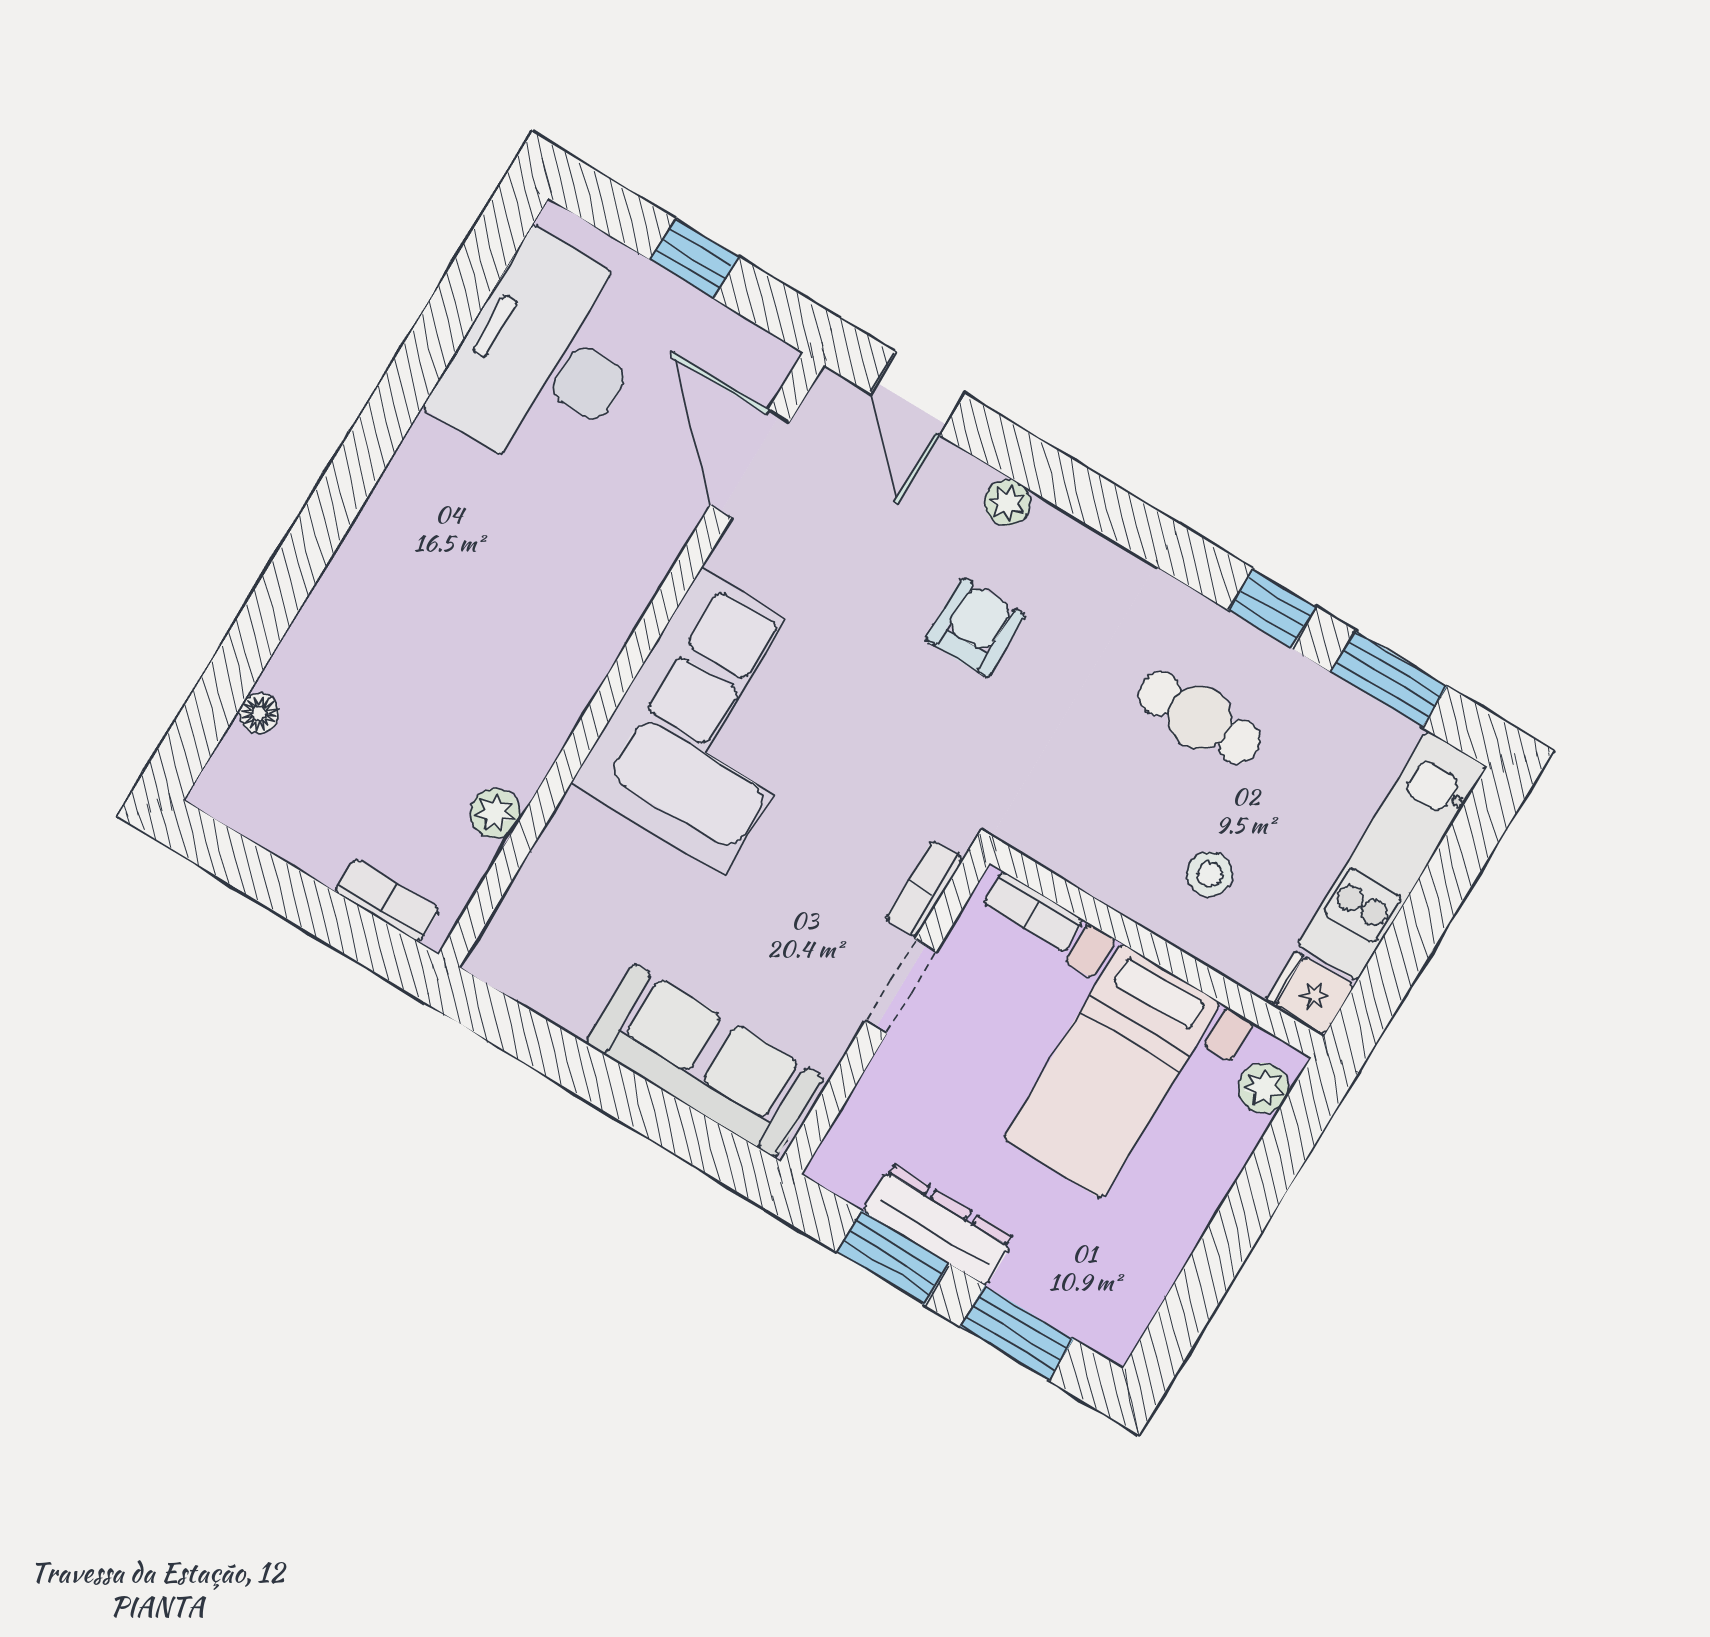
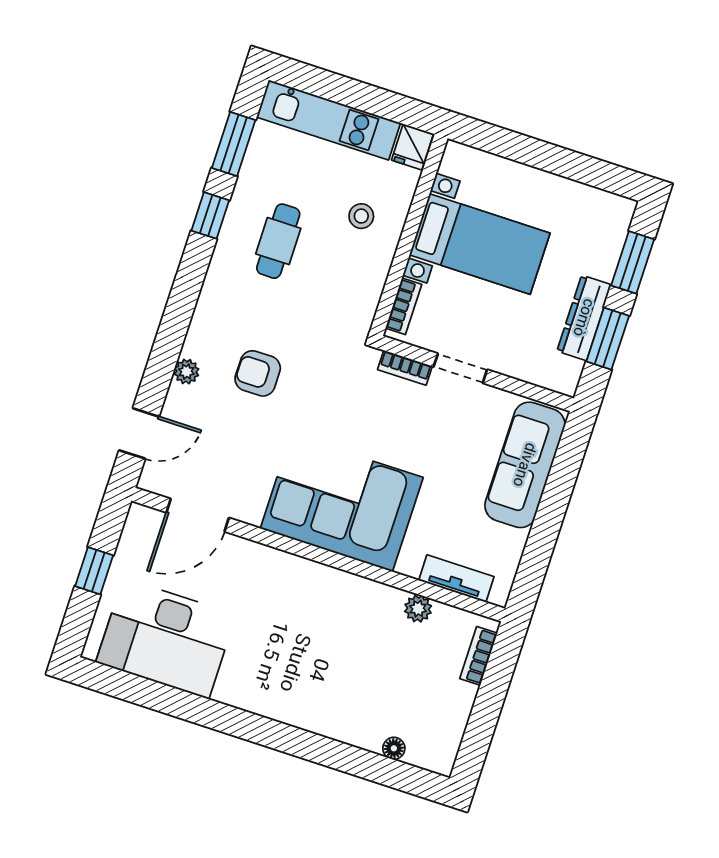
tv unit: (532, 893) -> (456, 579), added
plant: (1264, 1088) -> (470, 160), removed

